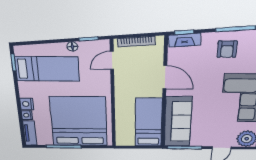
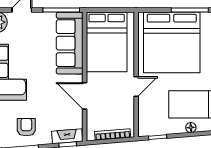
floor lamp: (72, 46) -> (191, 128), moved
door: (112, 60) -> (136, 87), moved
bed: (149, 123) -> (107, 42), width x1.50

